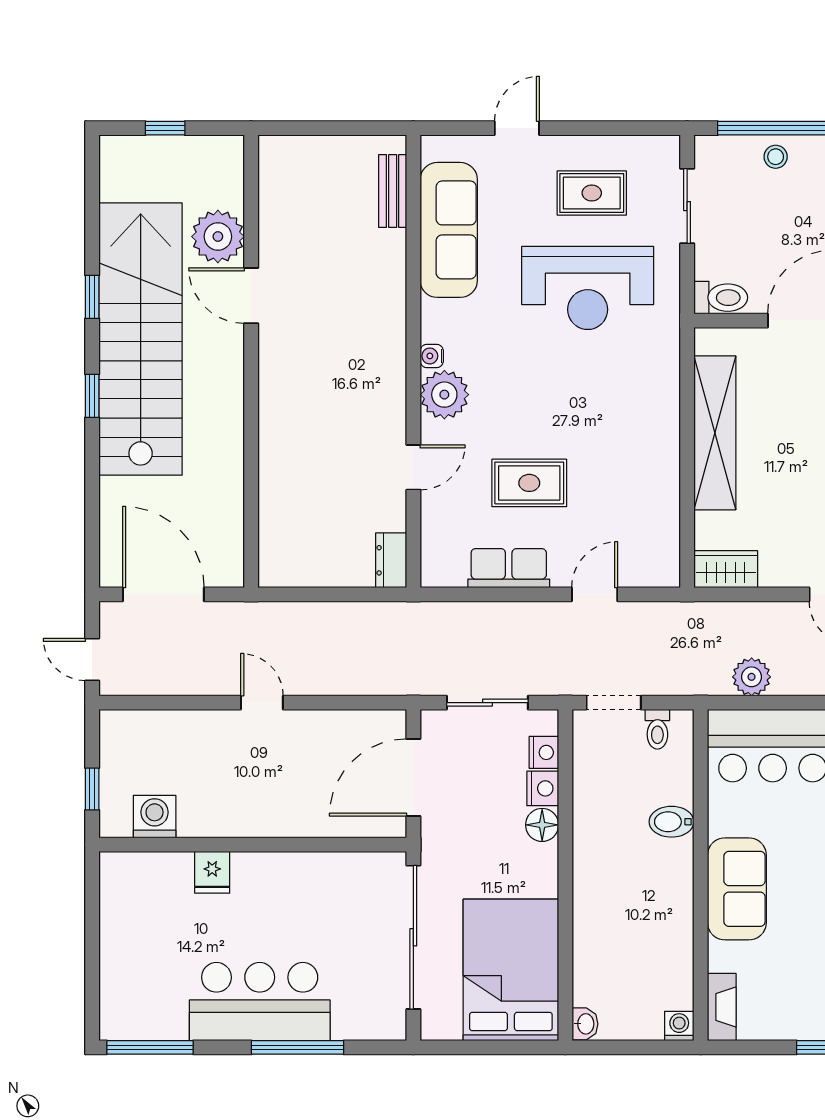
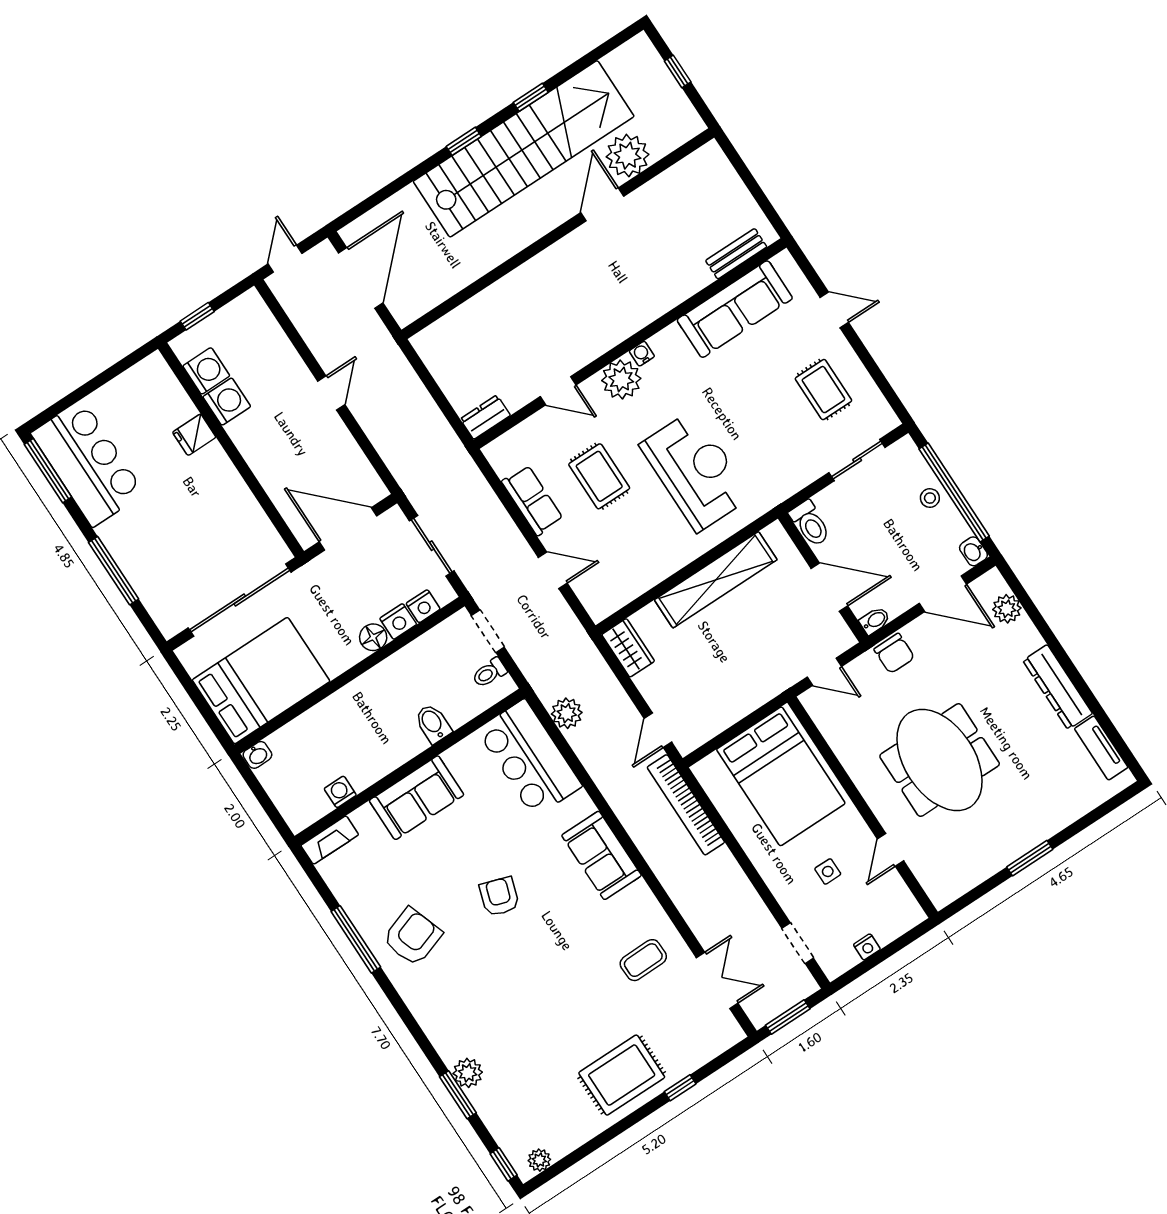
reception desk: (588, 288) -> (695, 471), moved, turned 180
washing machine: (200, 816) -> (227, 402), added
bar counter: (260, 1002) -> (88, 463), moved
washing machine: (679, 1026) -> (340, 792), moved, turned -90

